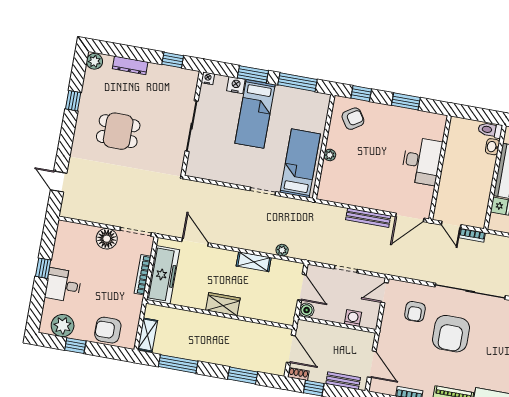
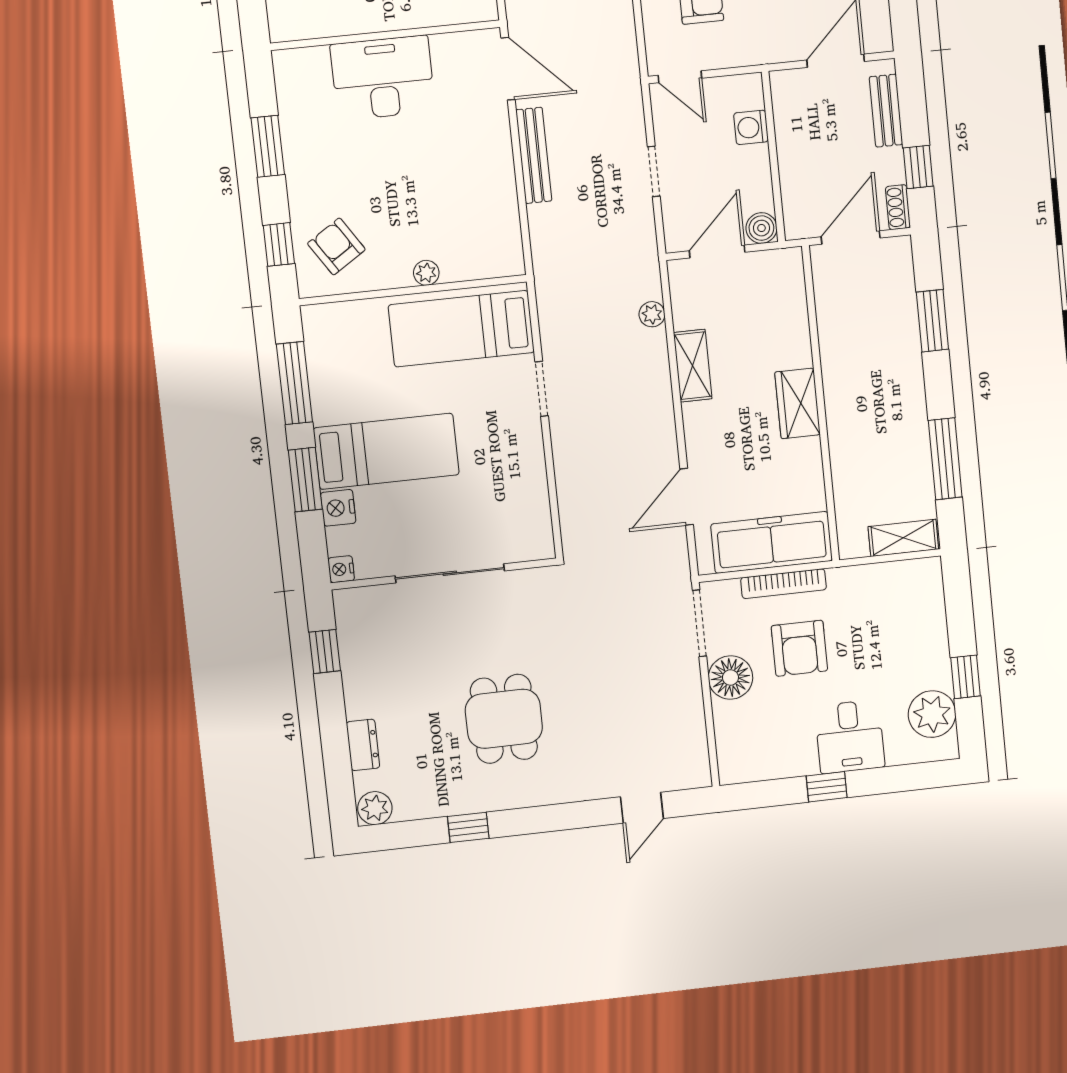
dresser: (130, 65) -> (363, 745), width x0.70
armchair: (108, 330) -> (799, 648), moved

